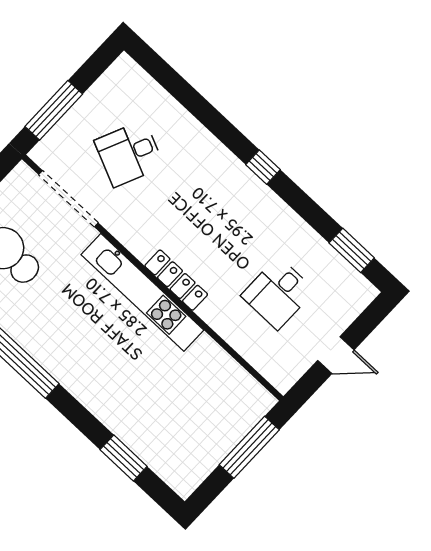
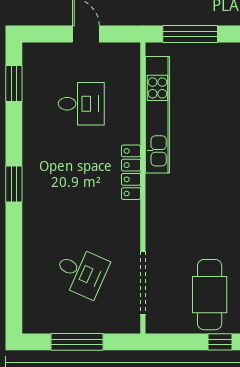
window: (54, 110) -> (77, 342), moved
window: (263, 167) -> (14, 184), width x1.50
kitchen unit: (142, 292) -> (157, 115), moved

